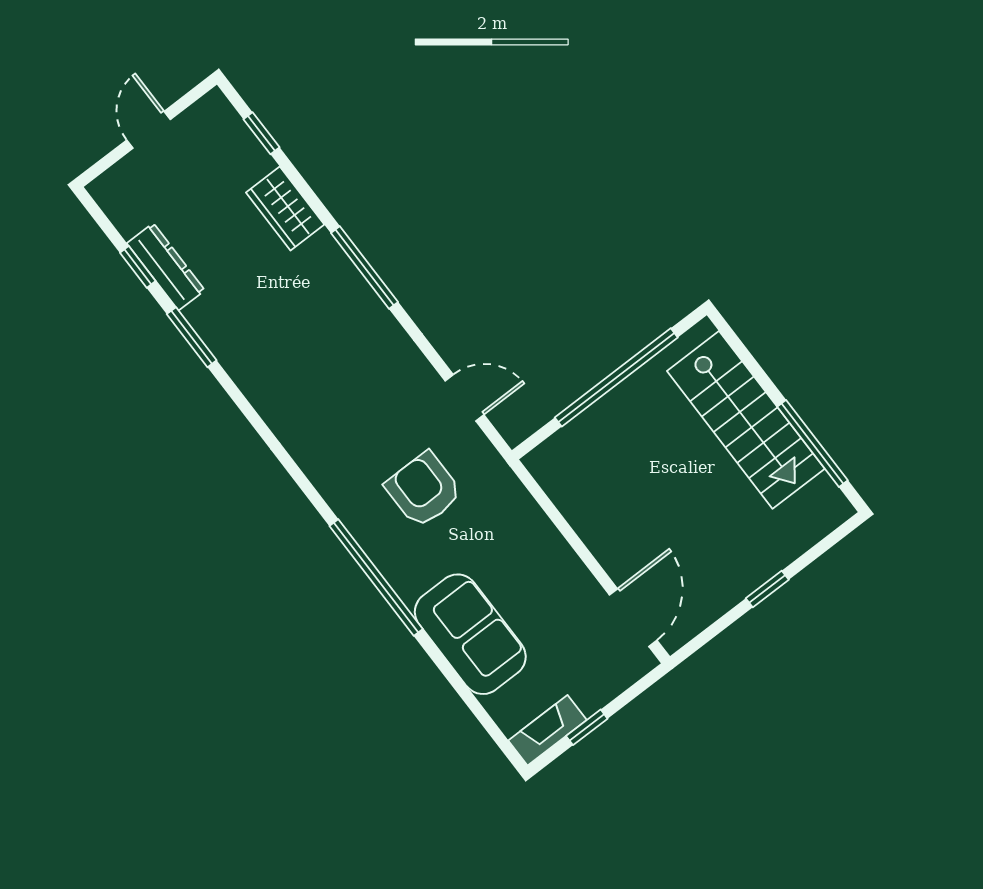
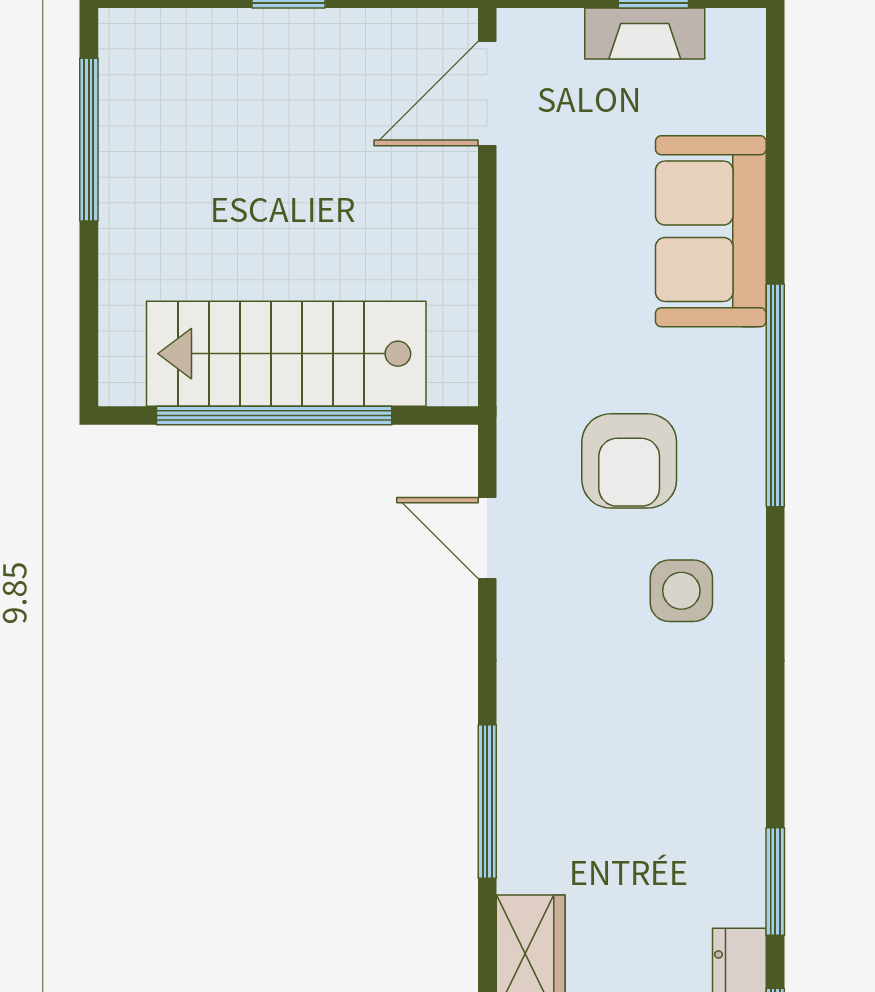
stairs: (746, 420) -> (286, 354), moved, turned -90
side table: (348, 445) -> (681, 591), added
fireplace: (548, 730) -> (645, 34), moved

